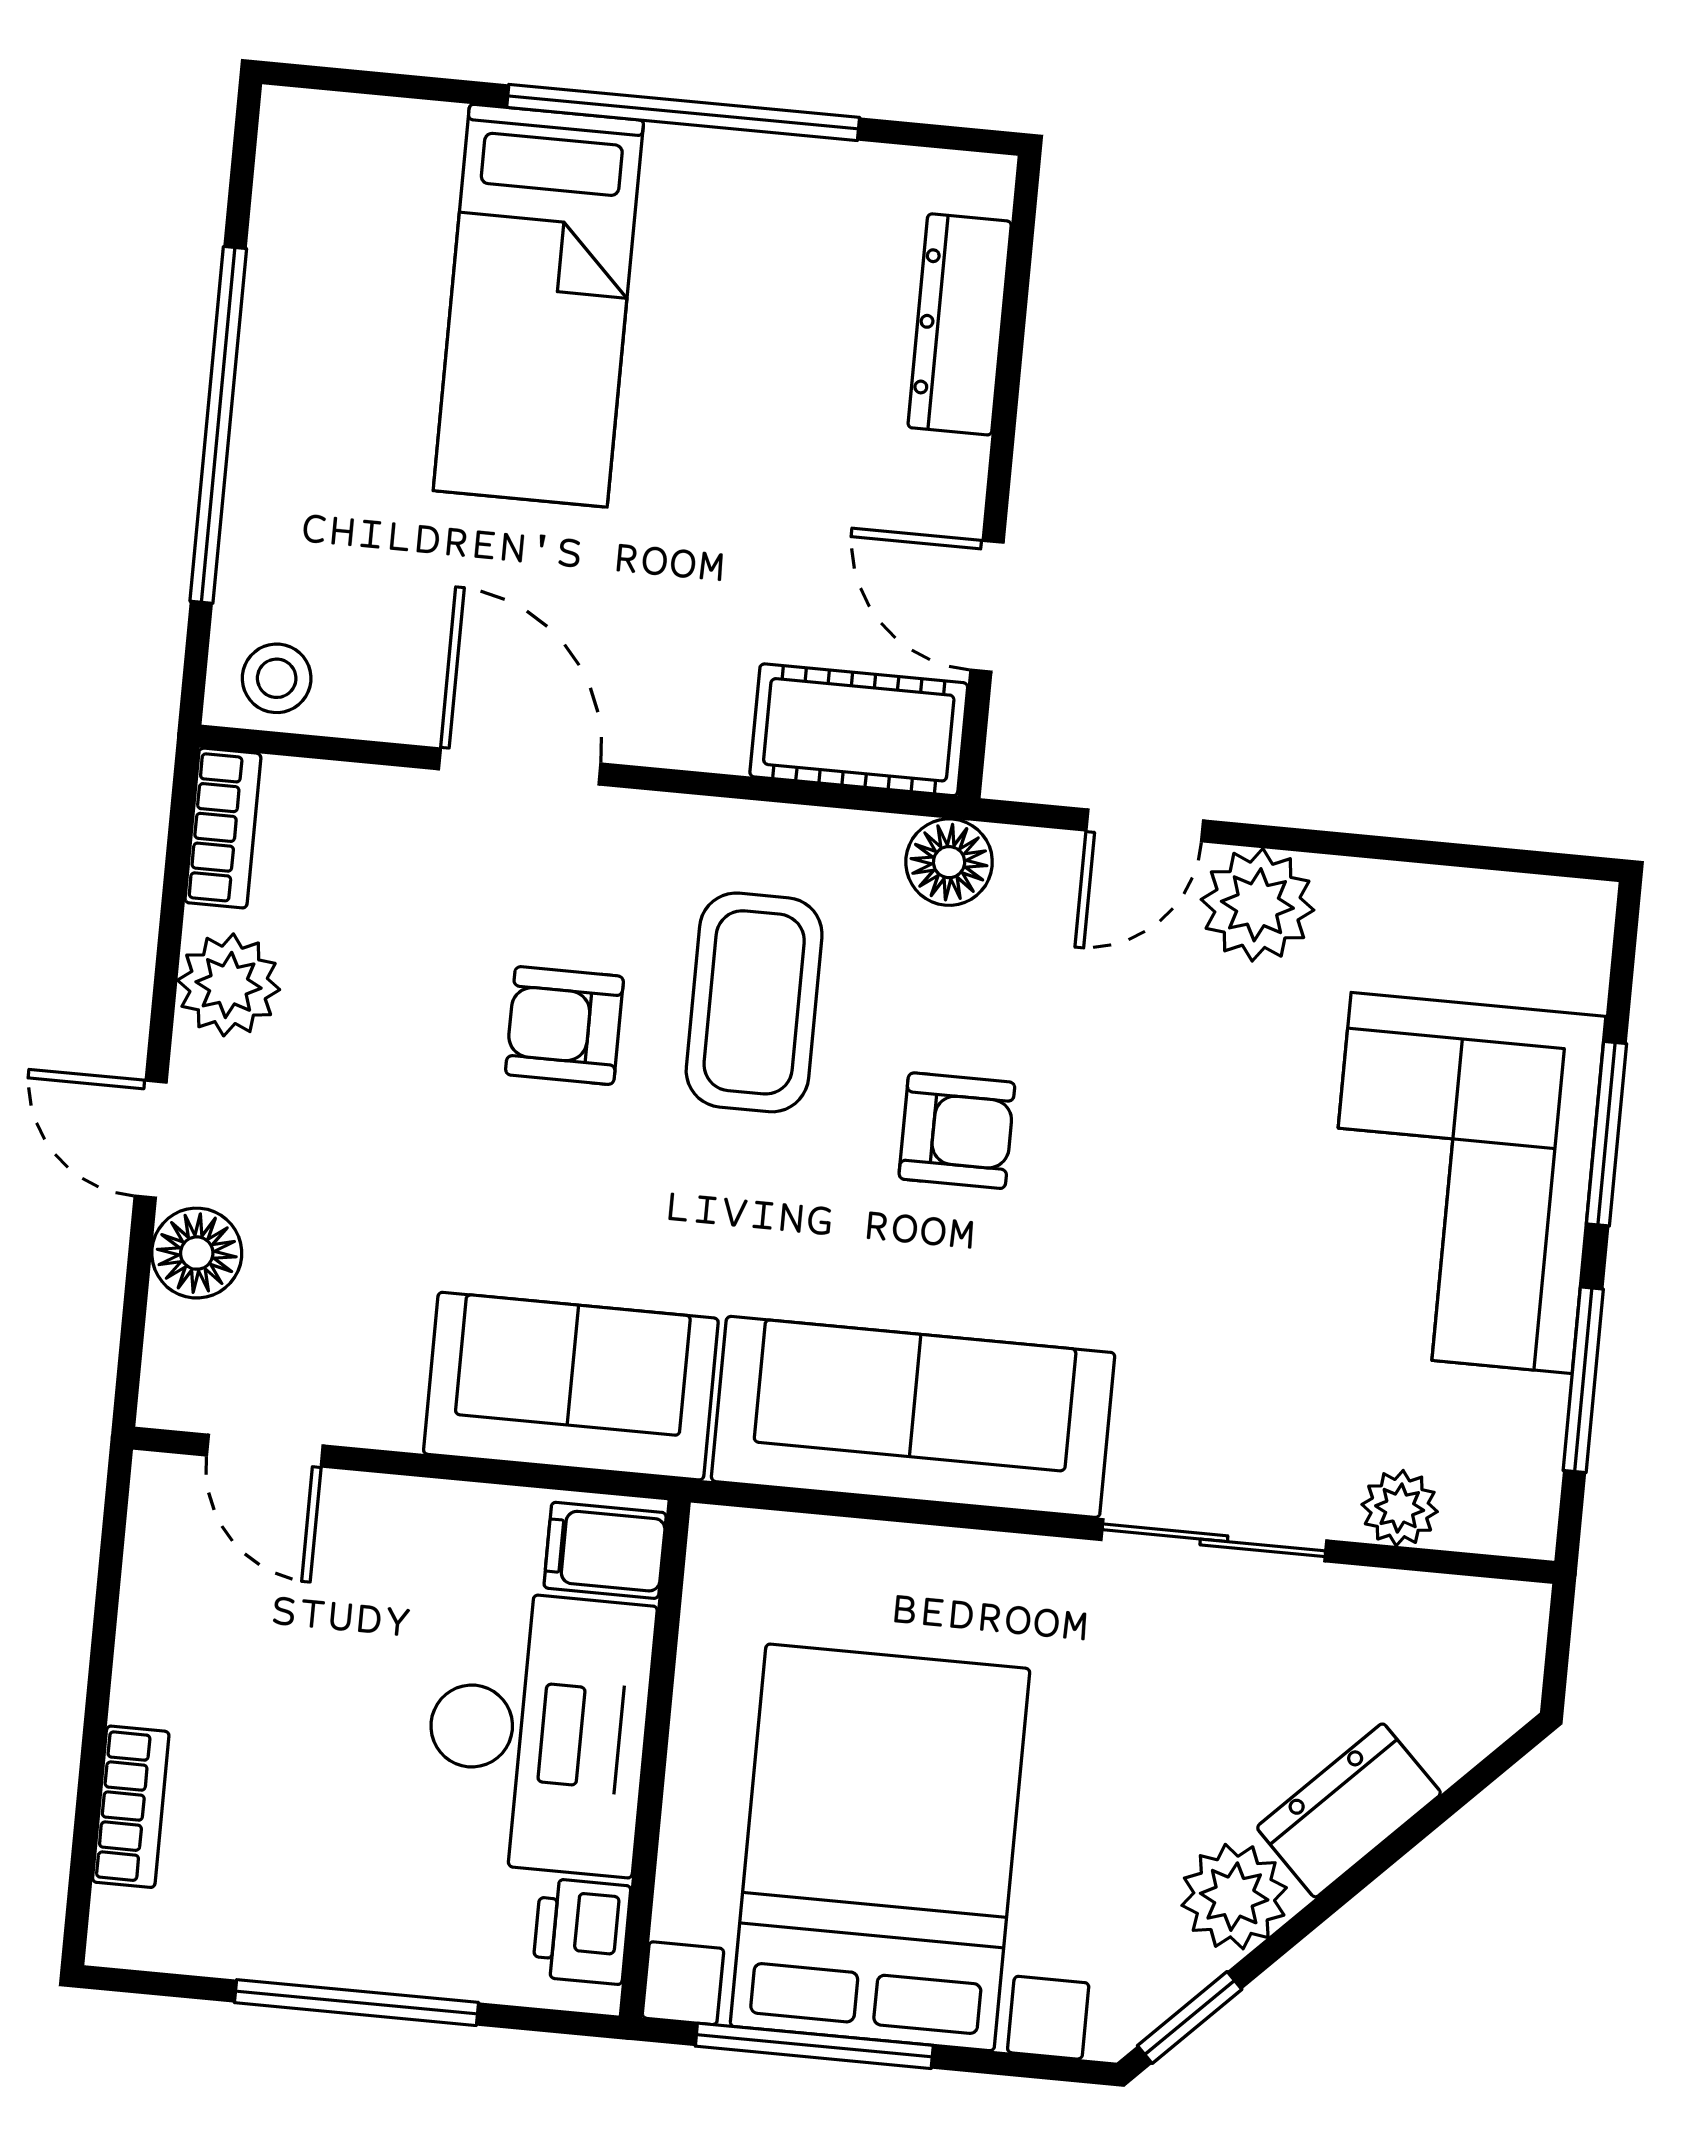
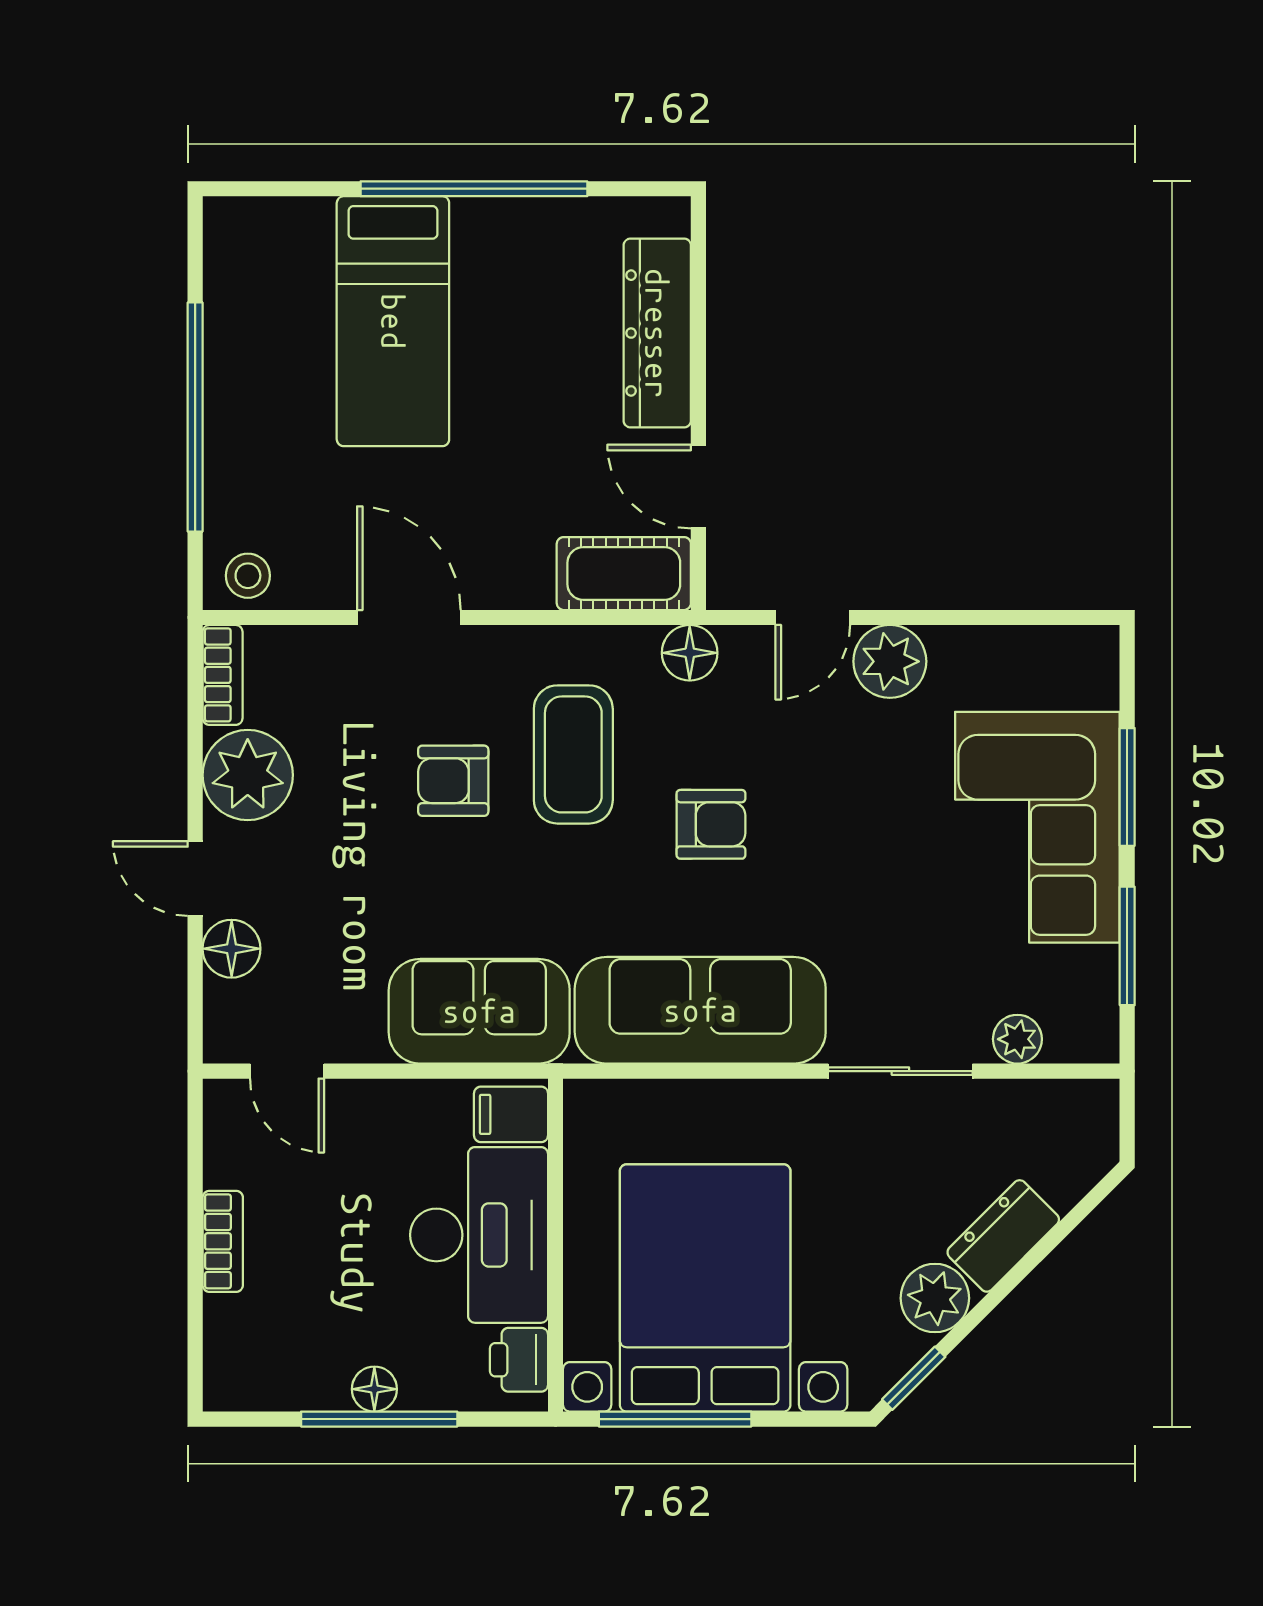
dresser: (960, 324) -> (657, 333), width x1.37, depth x1.24
plant: (229, 985) -> (248, 775), width x1.36, depth x1.36
bookcase: (131, 1807) -> (223, 1241), moved
floor lamp: (353, 1955) -> (374, 1389), added

